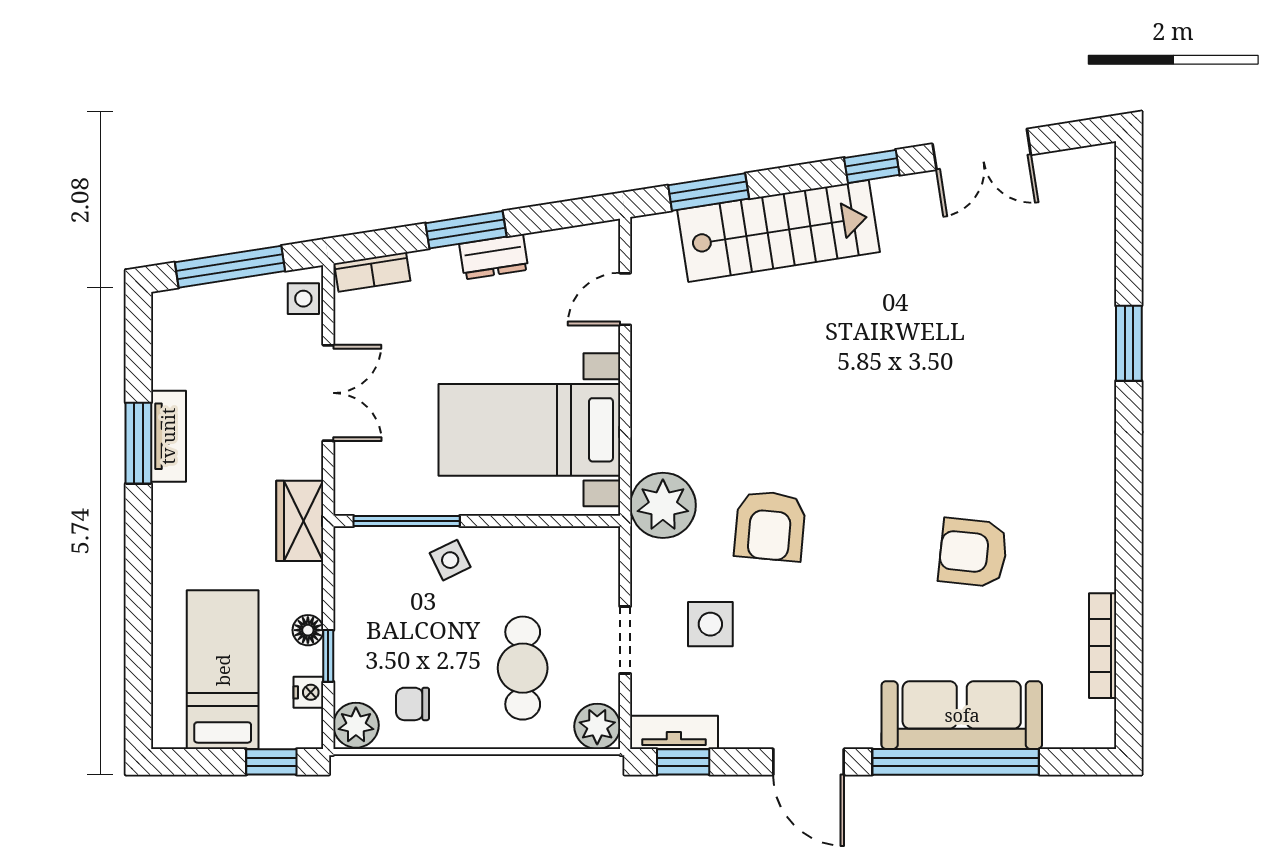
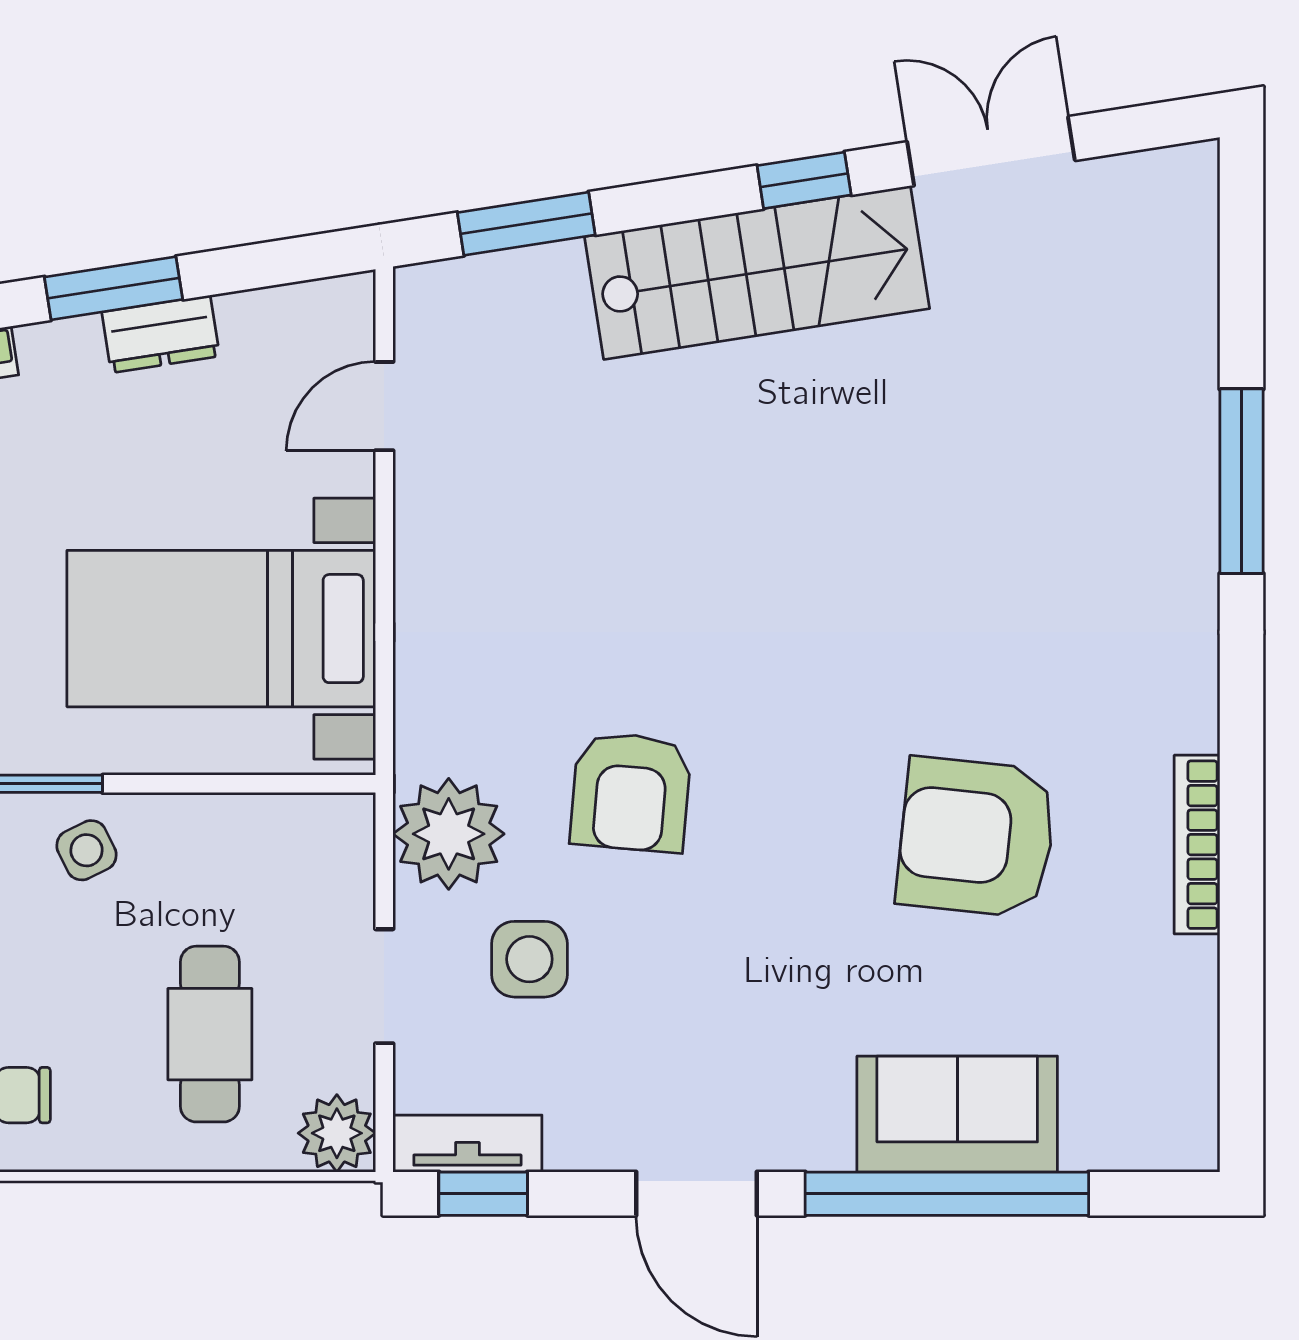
double door: (982, 149) -> (991, 151), swing flipped
stairs: (779, 231) -> (757, 273), moved
window: (1129, 343) -> (1242, 481), width x1.44
plant: (663, 505) -> (449, 834), moved
armchair: (973, 552) -> (976, 837), width x1.36, depth x1.36
bookcase: (1103, 646) -> (1197, 845), moved
sofa: (962, 715) -> (957, 1114), width x0.73

